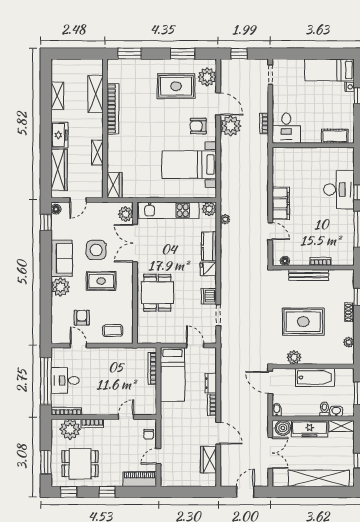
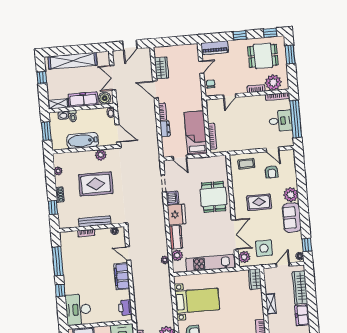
printer: (280, 164) -> (125, 308), added
desk: (339, 190) -> (78, 310), moved
plant: (209, 209) -> (177, 255), moved
side table: (96, 250) -> (264, 248), moved
fridge: (208, 269) -> (177, 215), width x1.88, depth x1.34

